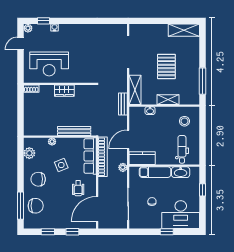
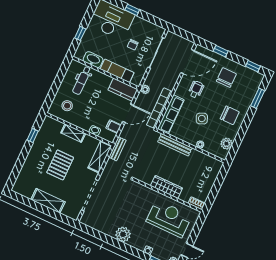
shelving: (184, 30) -> (48, 201), moved
plant: (83, 31) -> (123, 234), added
window: (203, 81) -> (33, 135), width x0.46
wardrobe: (64, 91) -> (166, 187), width x1.50
filing cabinet: (135, 122) -> (113, 127), added
window: (21, 206) -> (258, 98), width x0.69
chair: (36, 206) -> (226, 78), moved, turned 90
window: (48, 232) -> (253, 66), moved

